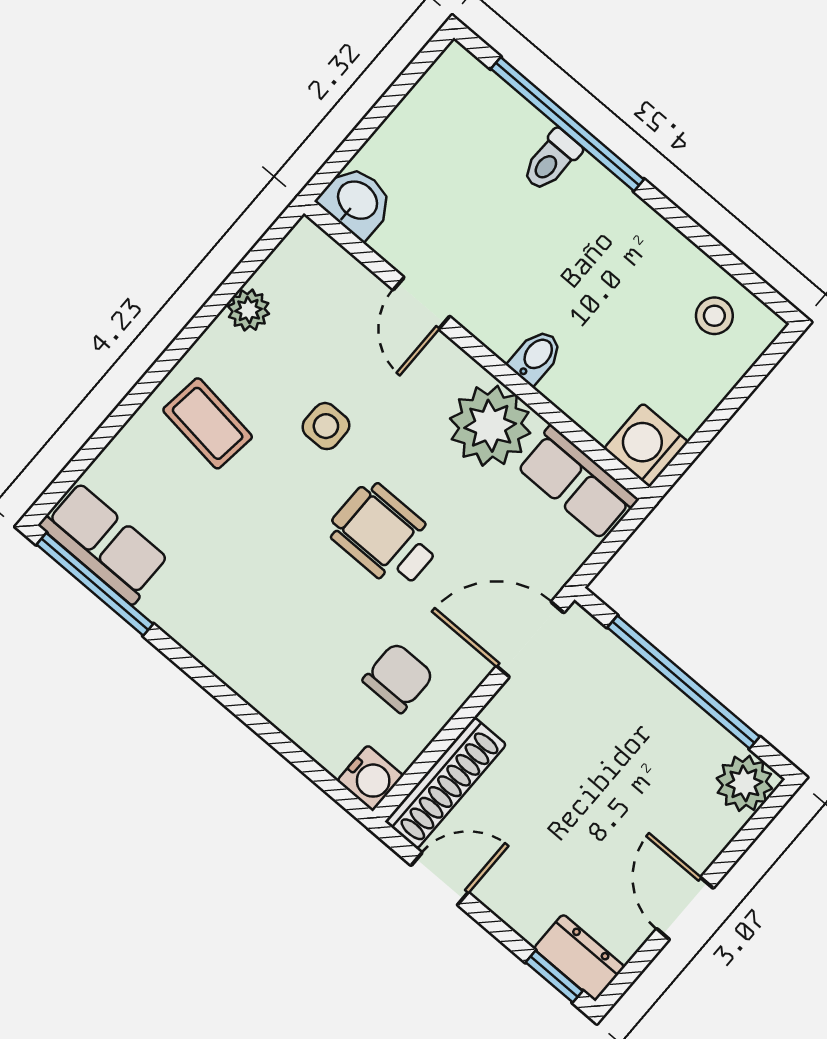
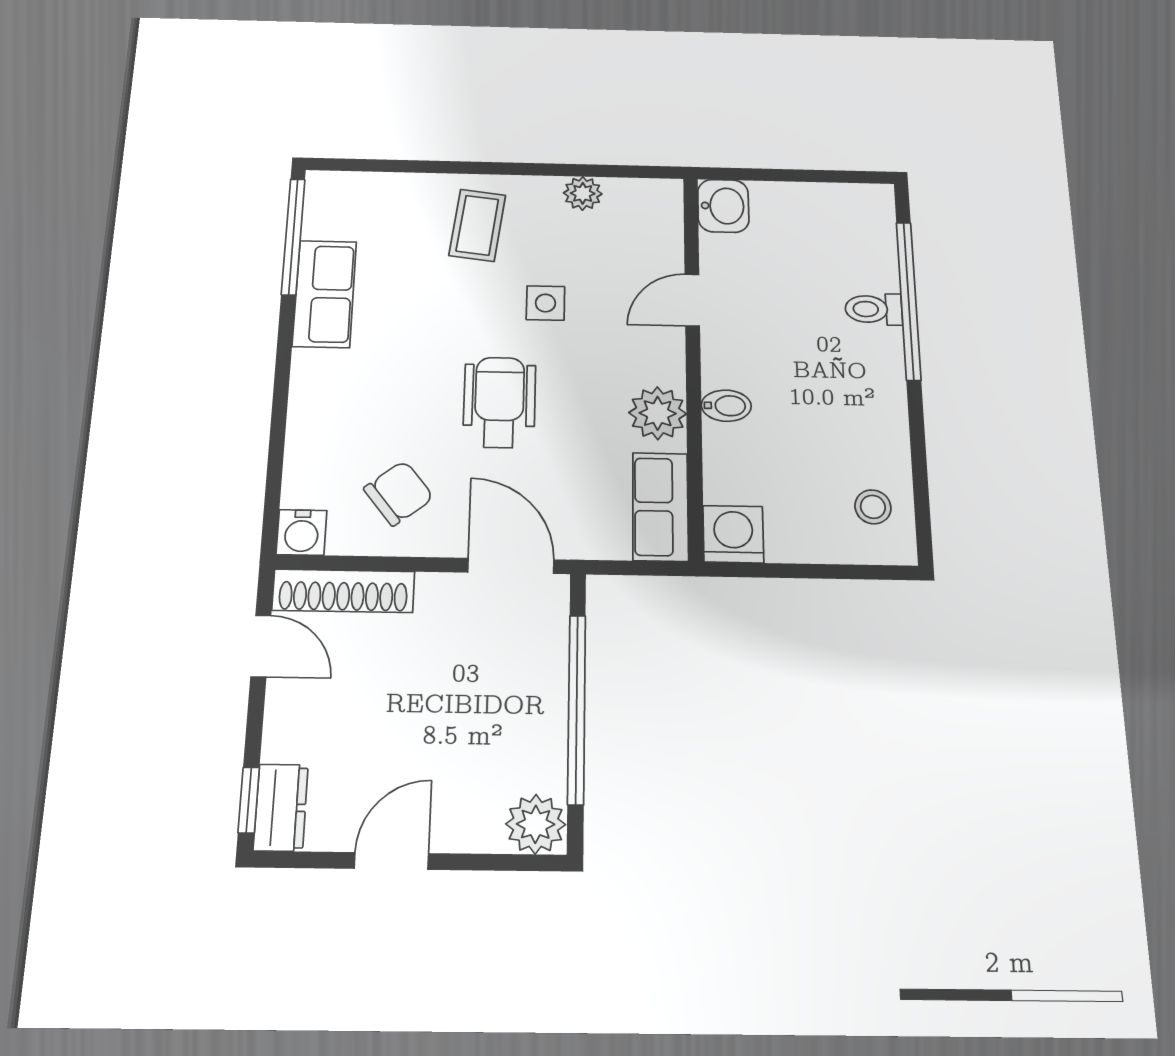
plant: (490, 426) -> (658, 413), width x0.73, depth x0.73
row of seats: (104, 543) -> (325, 294), moved
chair: (398, 678) -> (399, 493), turned -38

